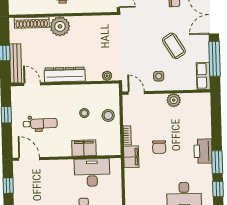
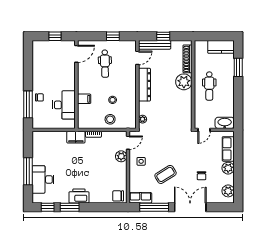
plant: (174, 100) -> (121, 156), moved
chair: (159, 147) -> (118, 196), moved
filing cabinet: (84, 148) -> (84, 99), width x0.50

